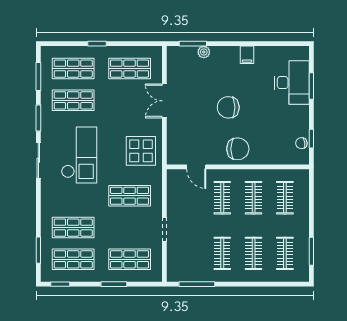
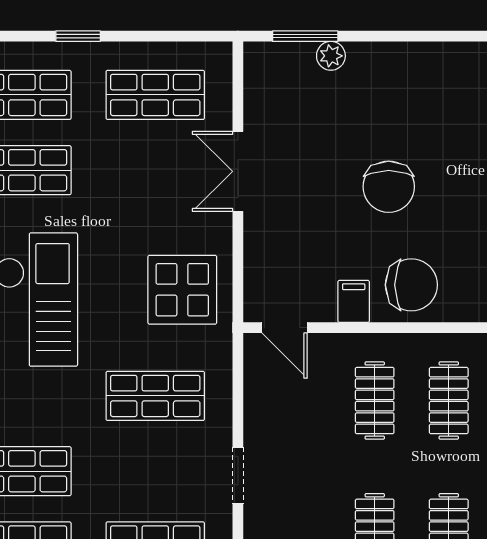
filing cabinet: (247, 55) -> (354, 301), moved, turned 180
chair: (228, 107) -> (389, 187), turned -89
door: (196, 167) -> (285, 328), moved

